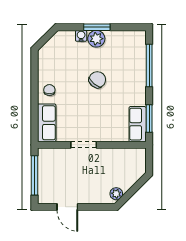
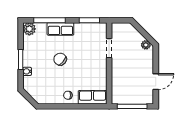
plant: (96, 39) -> (29, 29), moved
row of seats: (138, 124) -> (60, 29), moved
doorway: (84, 145) -> (109, 48), moved

